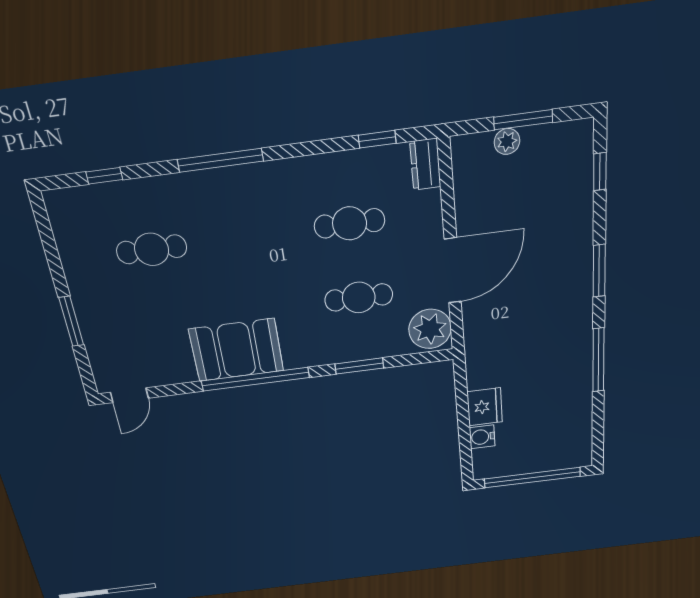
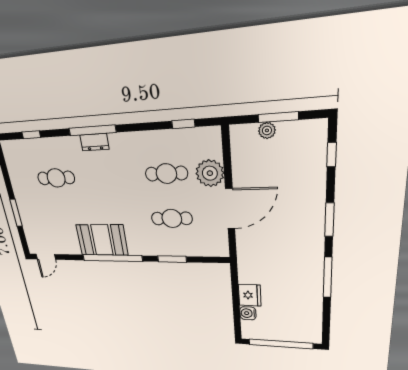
dresser: (425, 164) -> (94, 142), moved, turned -90
plant: (430, 329) -> (210, 173), moved

